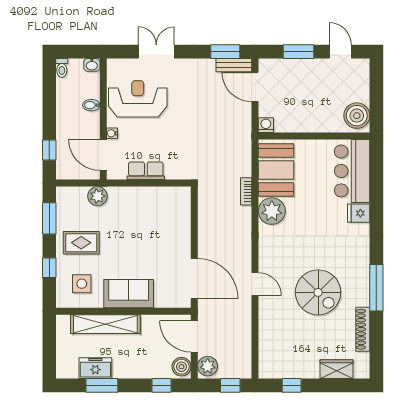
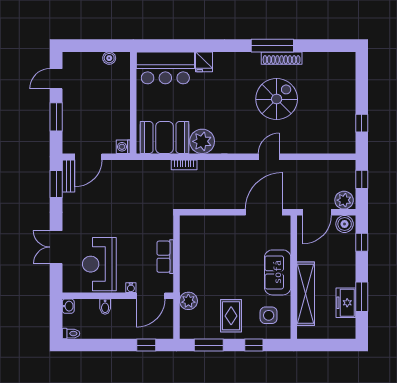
boiler: (357, 116) -> (109, 58), width x0.54, depth x0.54
shoe rack: (363, 329) -> (282, 58), moved
wardrobe: (336, 369) -> (347, 82), removed

